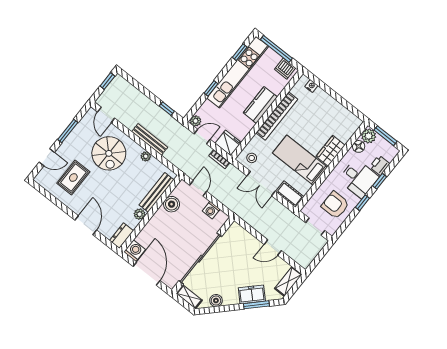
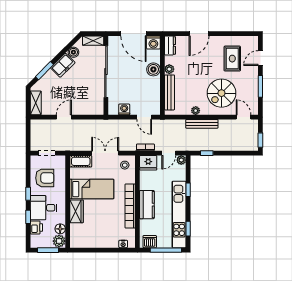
spiral stairs: (109, 153) -> (221, 93), turned -90
boiler: (172, 204) -> (153, 69), moved
door: (86, 225) -> (199, 34), hinge flipped
freezer: (252, 294) -> (63, 65), moved

